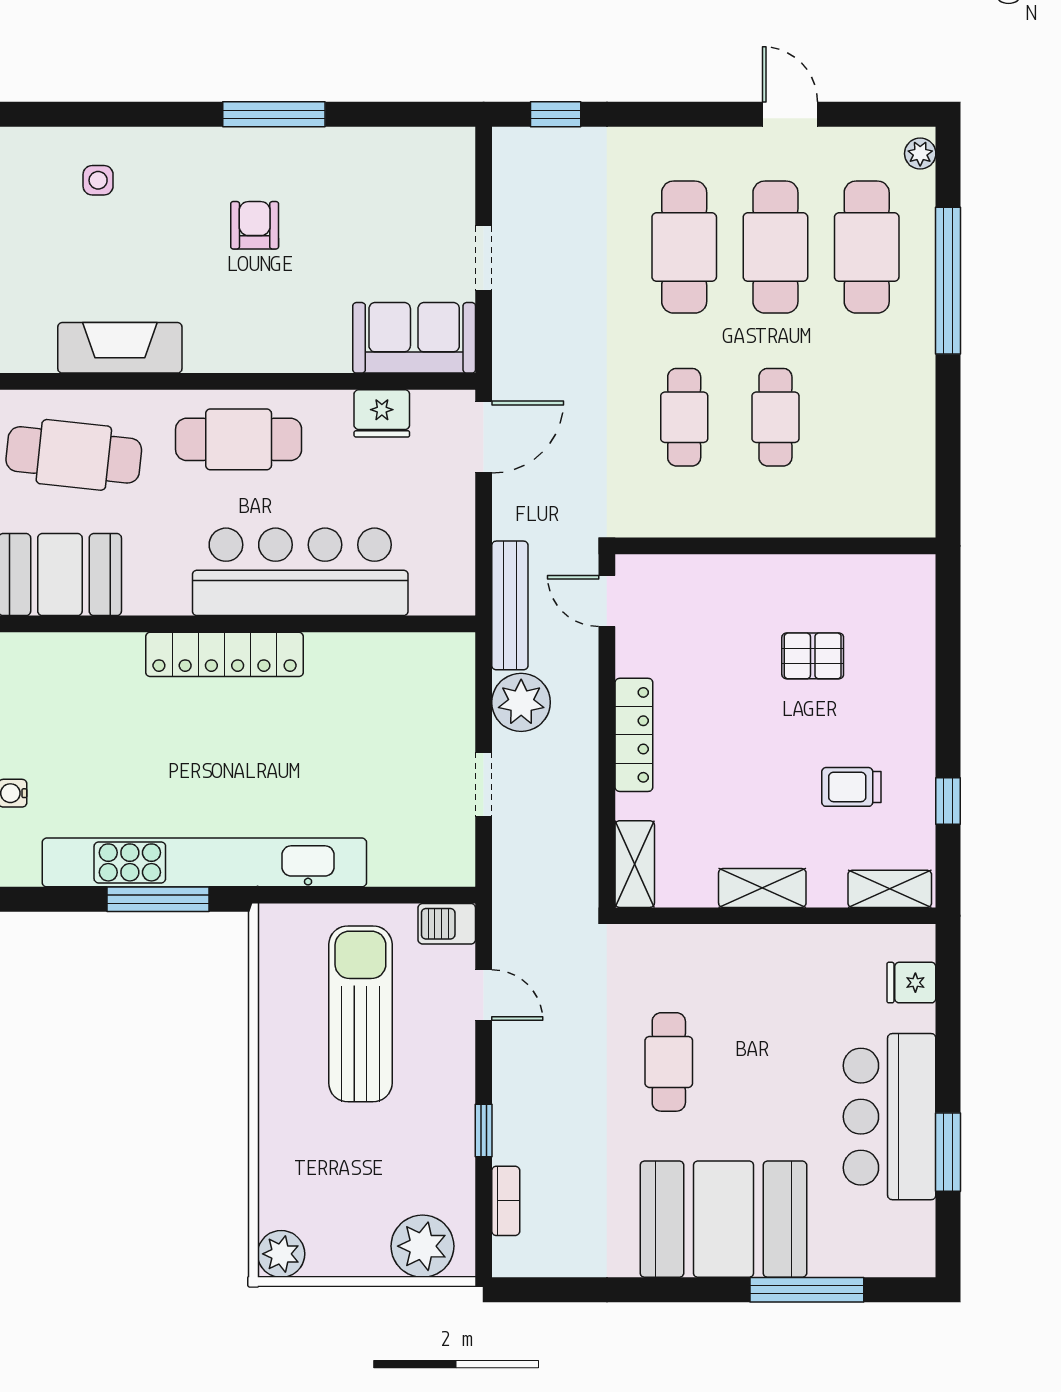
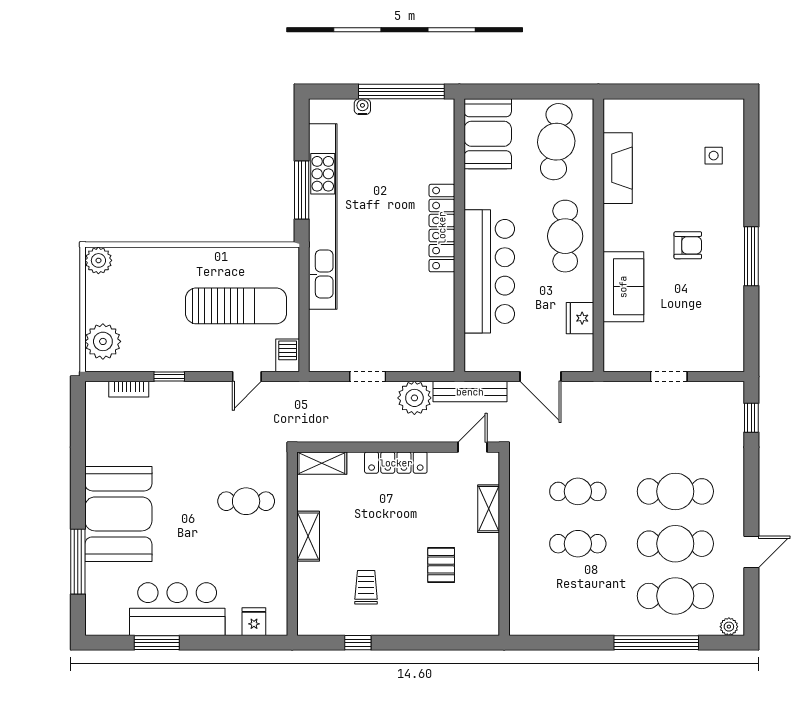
sofa: (414, 338) -> (623, 287), moved
door: (484, 437) -> (540, 376), moved
shelving: (890, 889) -> (489, 509), moved
cafe table: (669, 1062) -> (246, 501), moved

